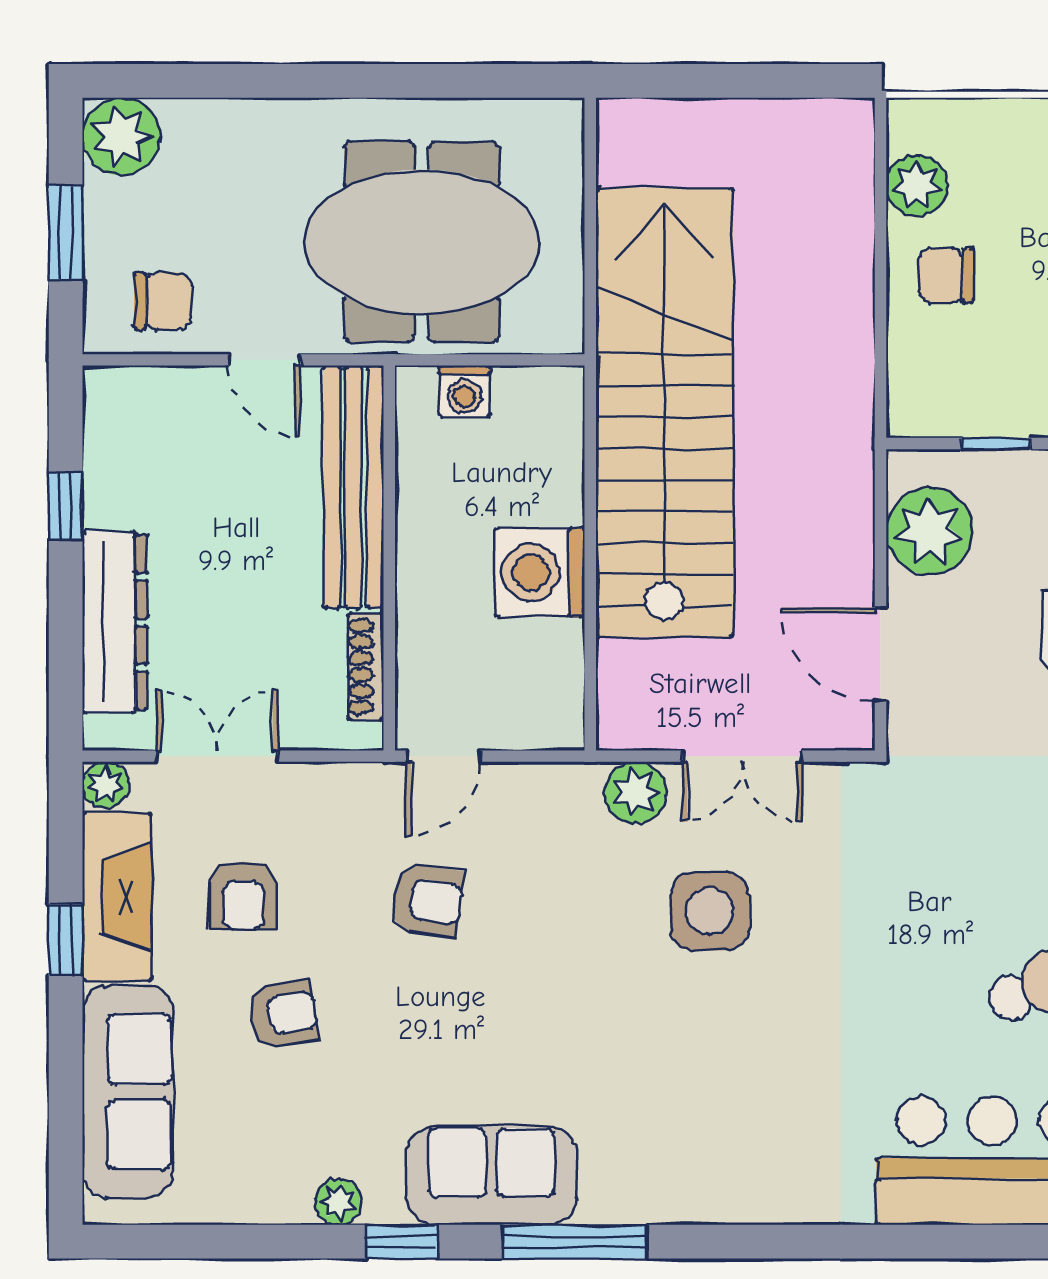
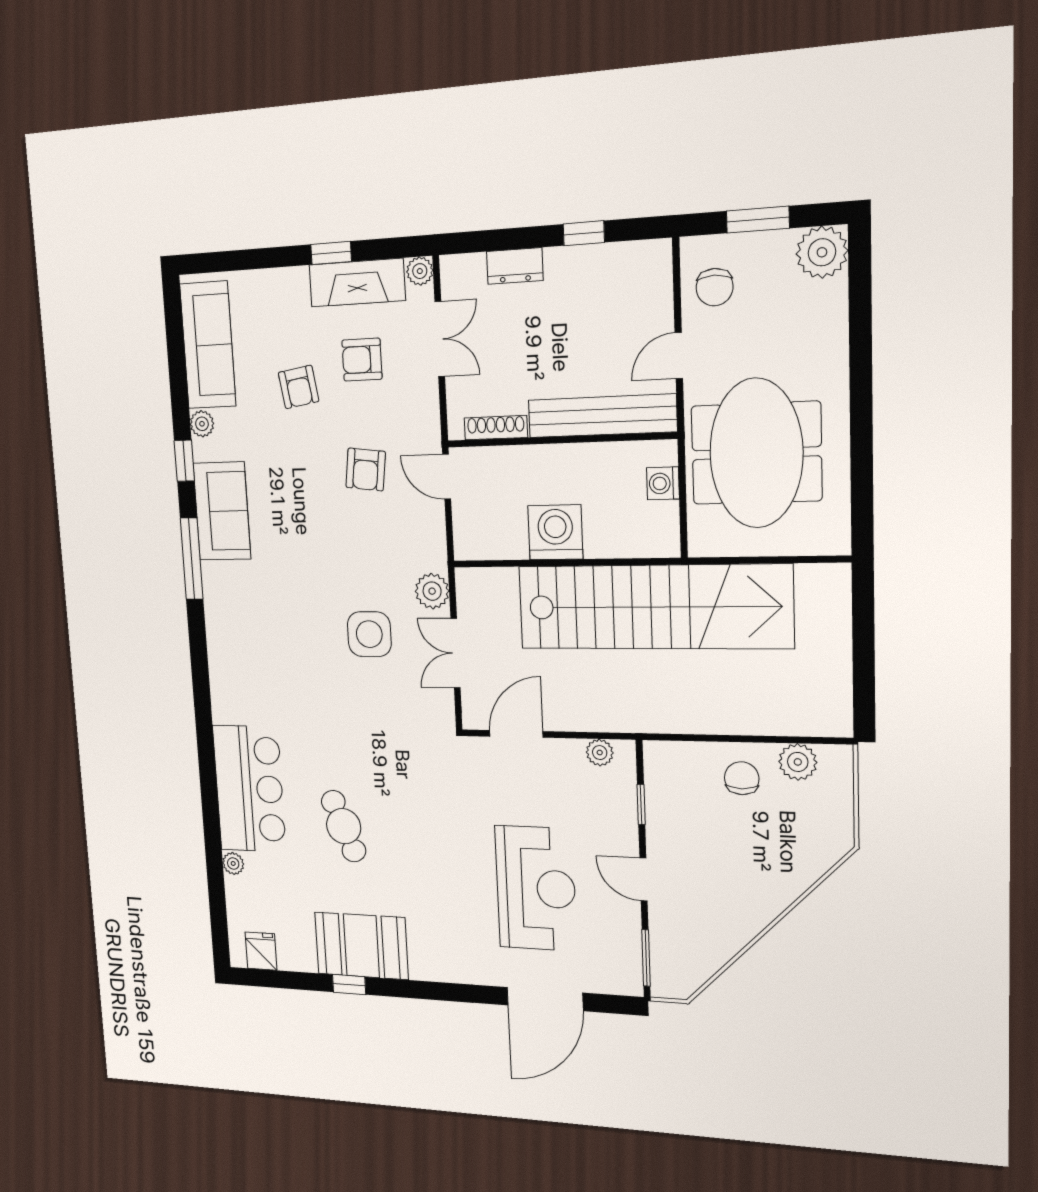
plant: (930, 531) -> (600, 753), width x0.53, depth x0.53
dresser: (115, 622) -> (515, 266), width x0.51, depth x0.80
sofa: (128, 1092) -> (208, 345), moved, turned -90

